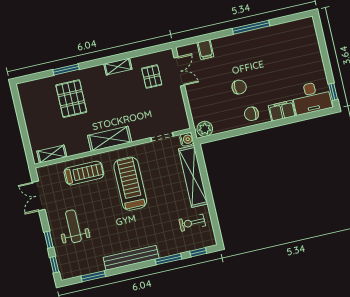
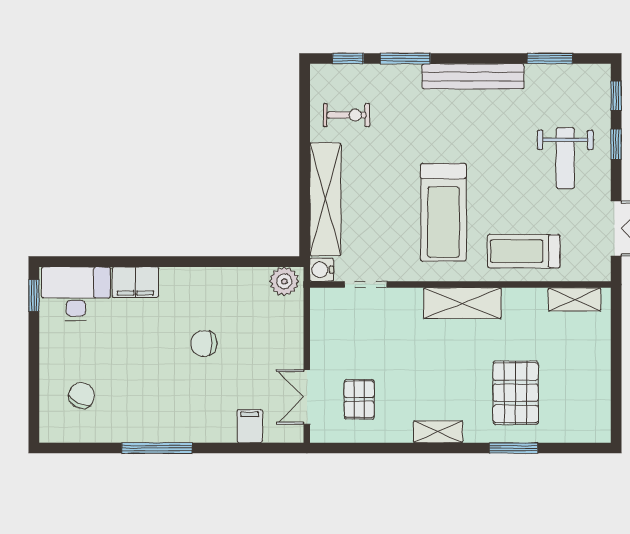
shelving: (118, 67) -> (438, 432), moved
chair: (251, 114) -> (82, 396), moved, turned -64

